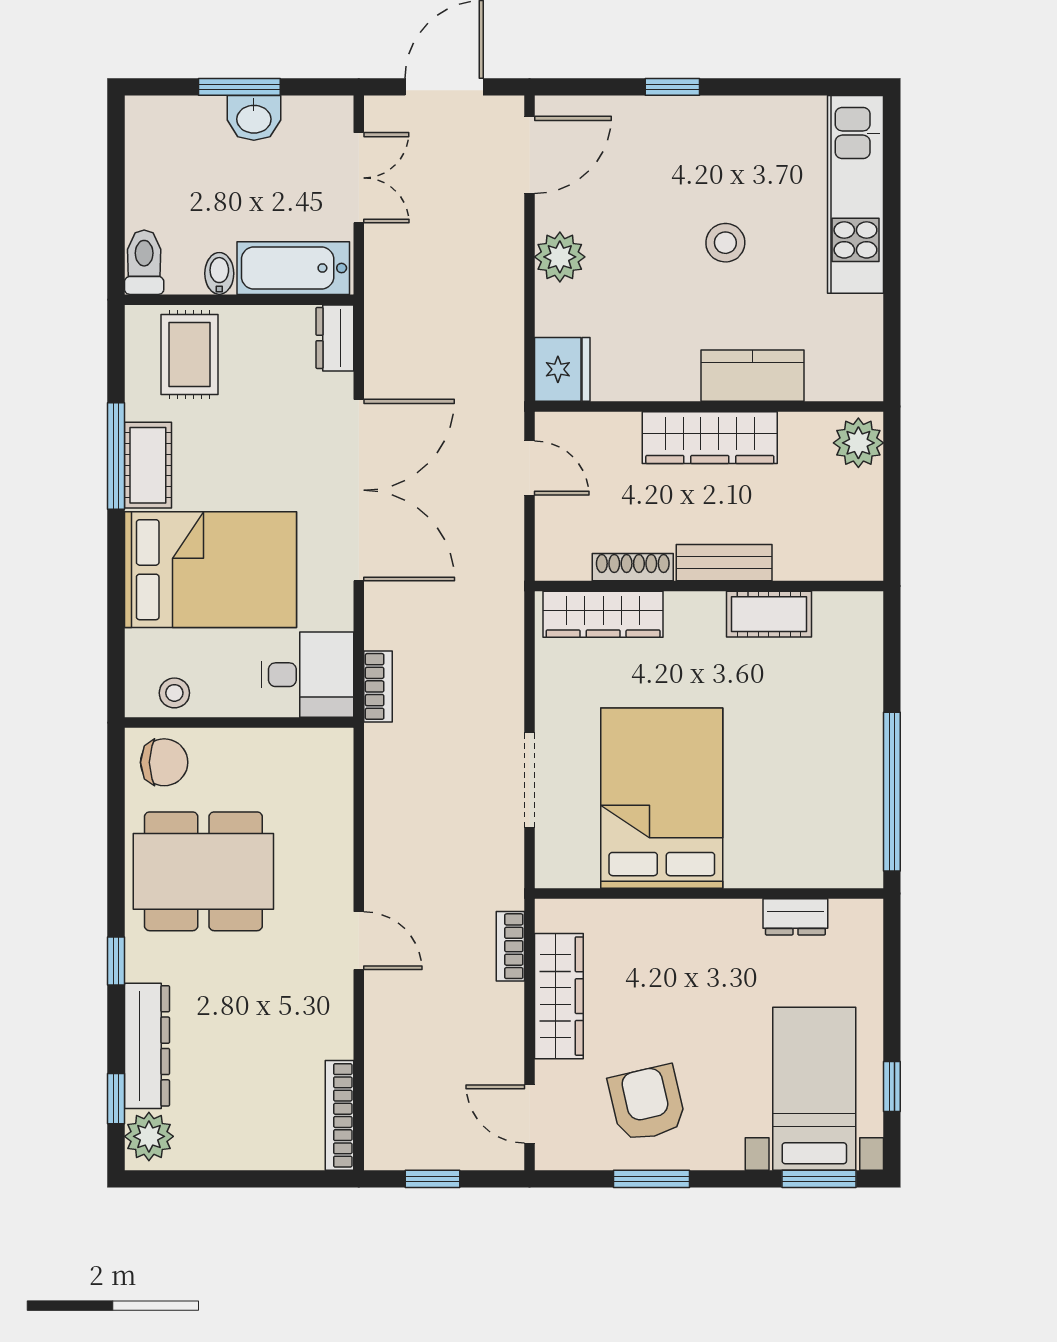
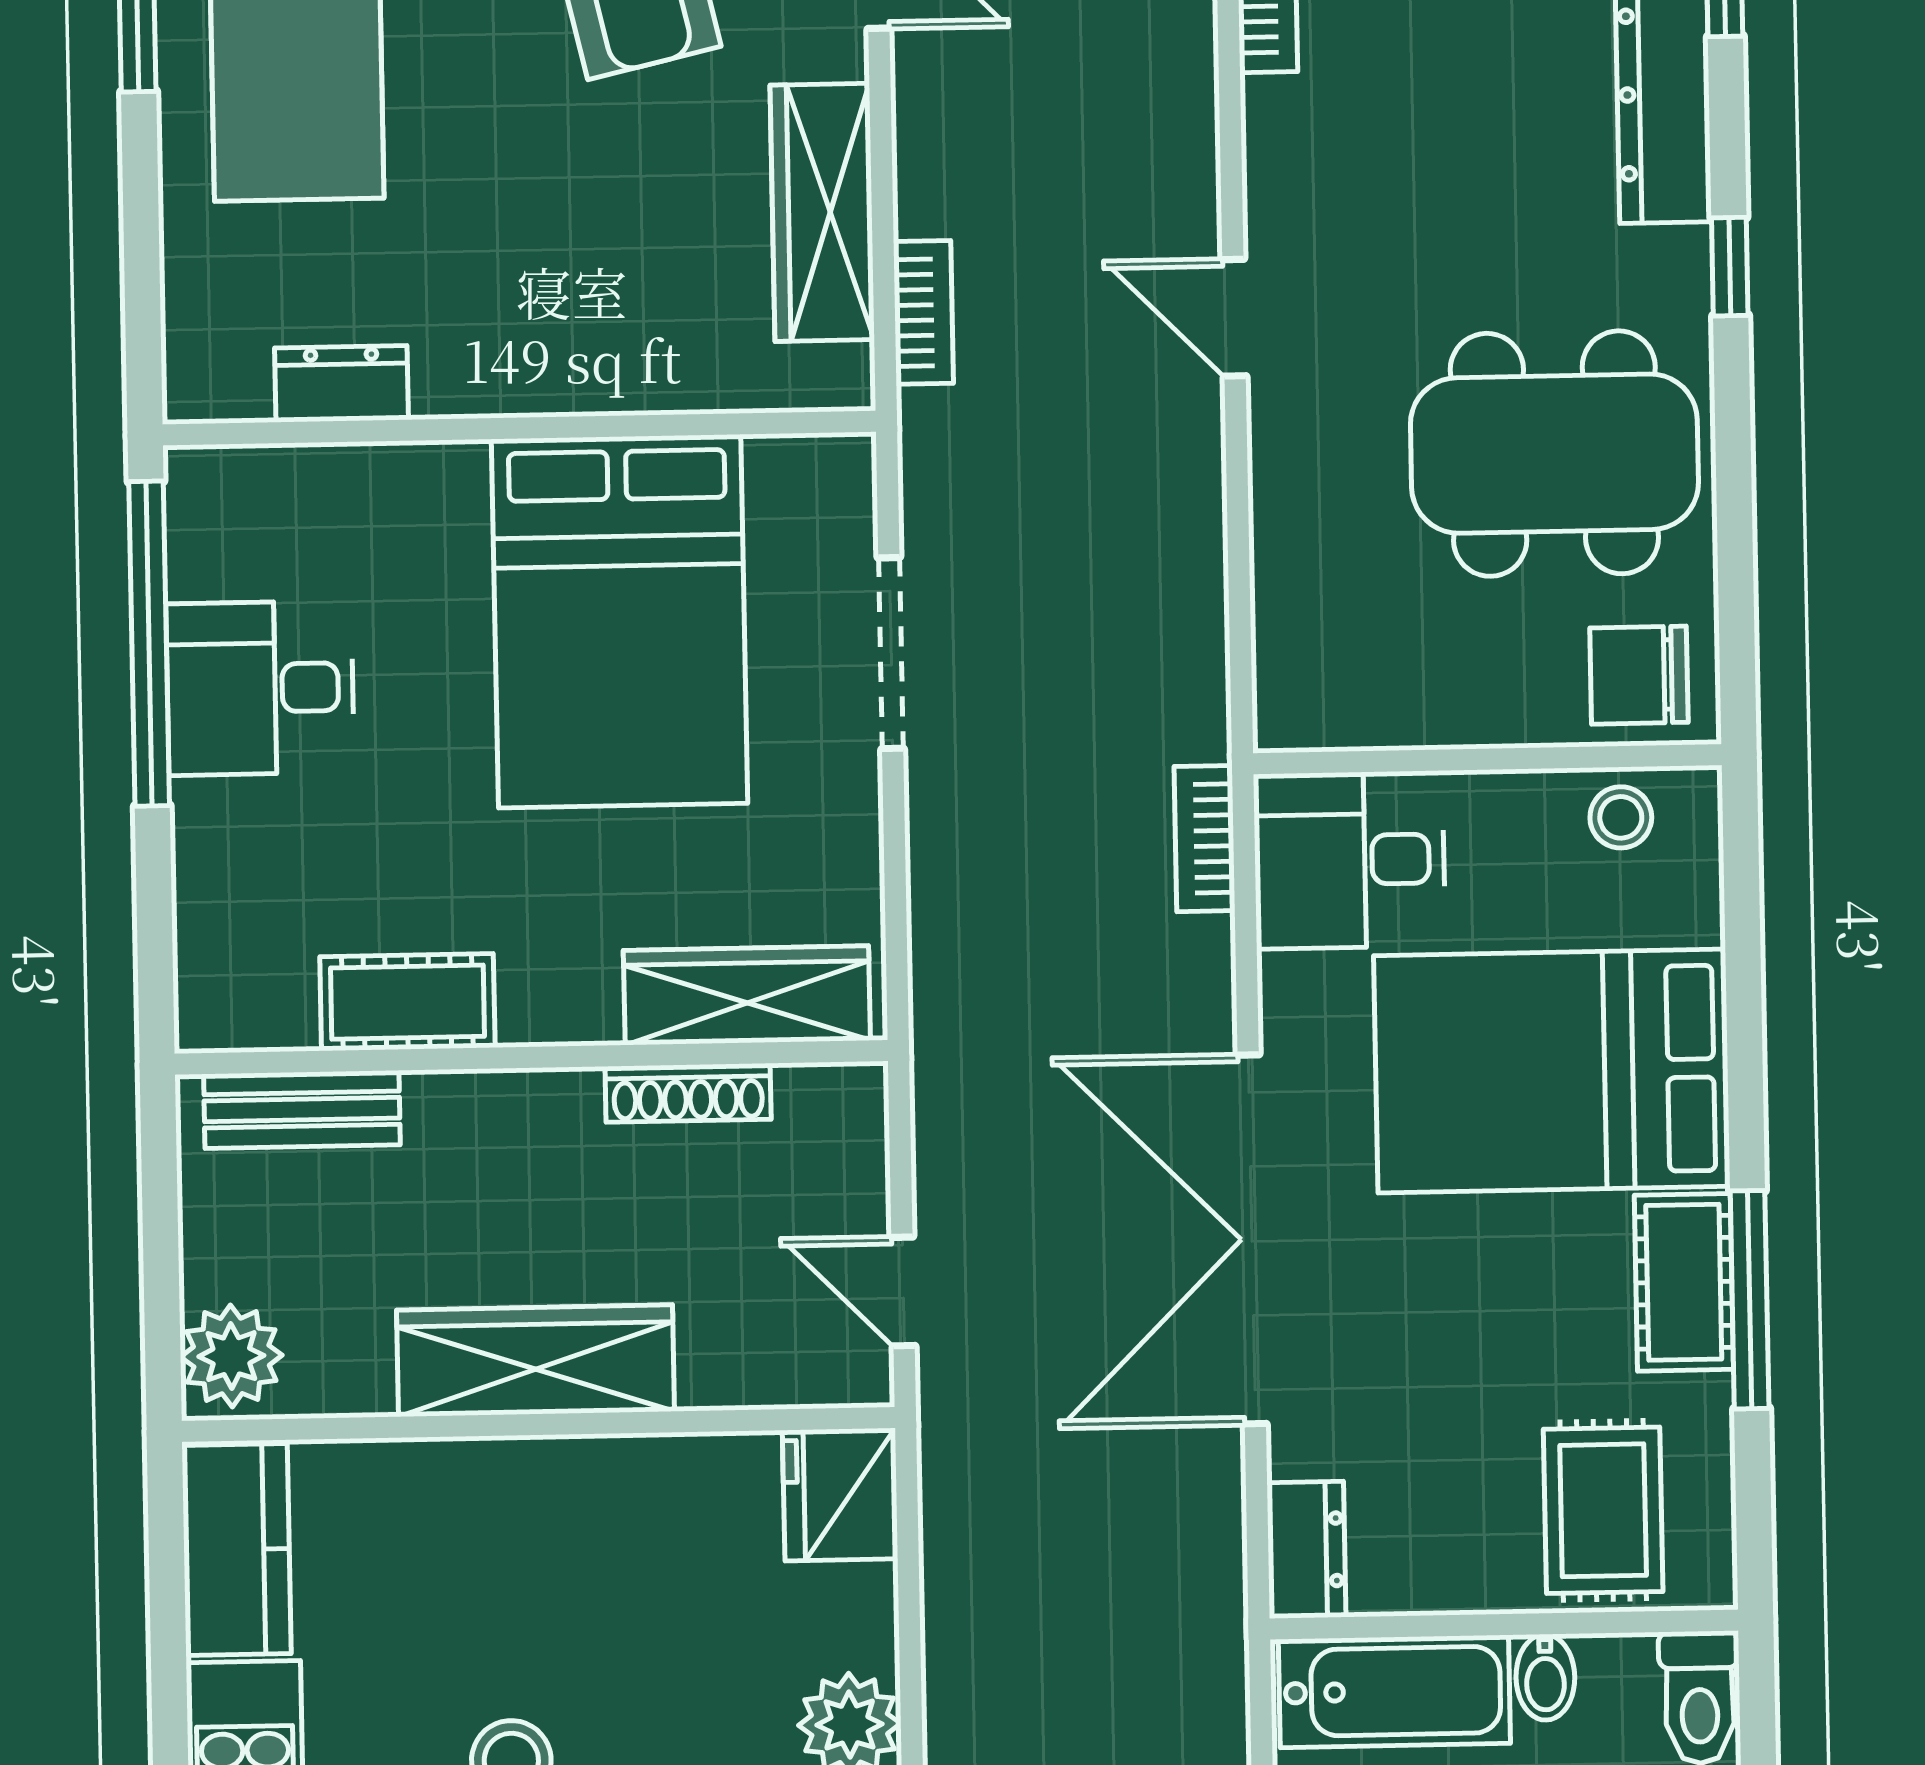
kitchen counter: (752, 376) -> (237, 1549), moved, turned -90
bench: (724, 563) -> (302, 1110), moved
desk: (838, 769) -> (260, 688), added

